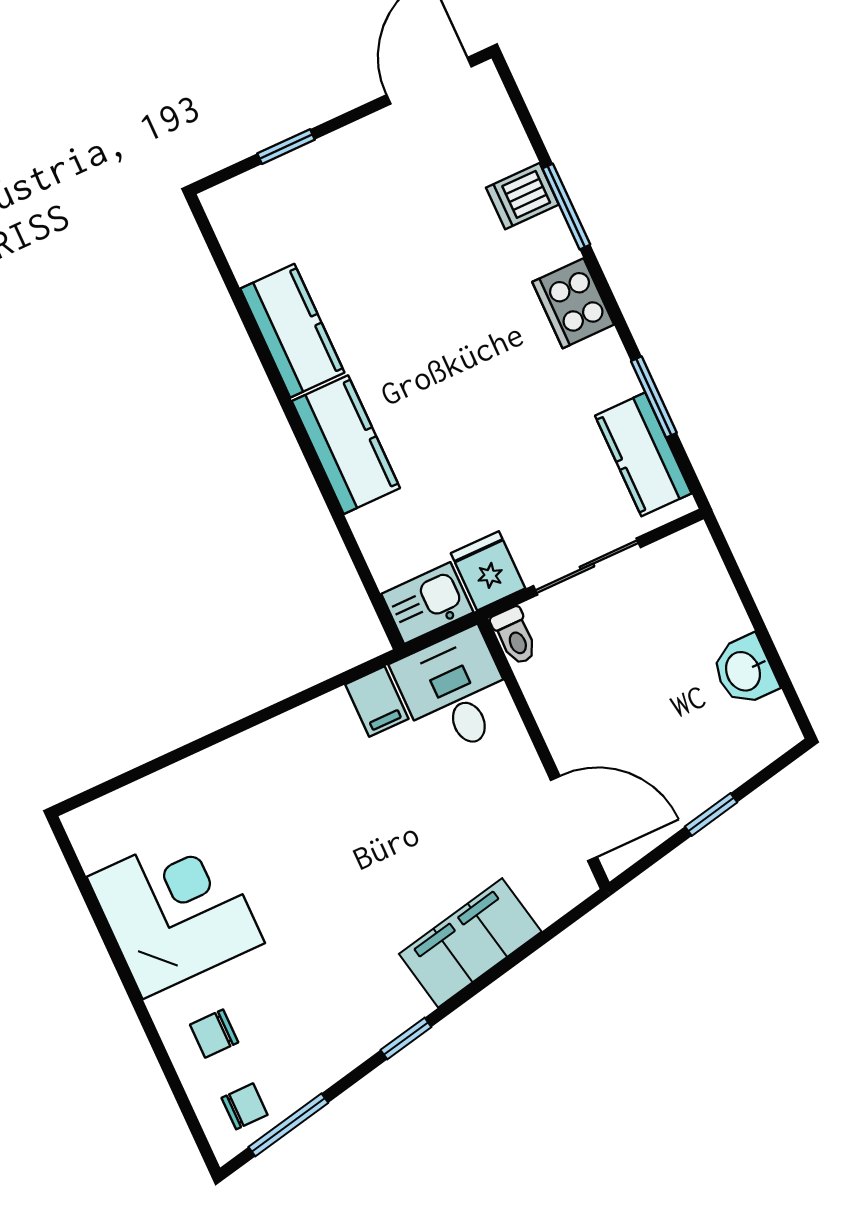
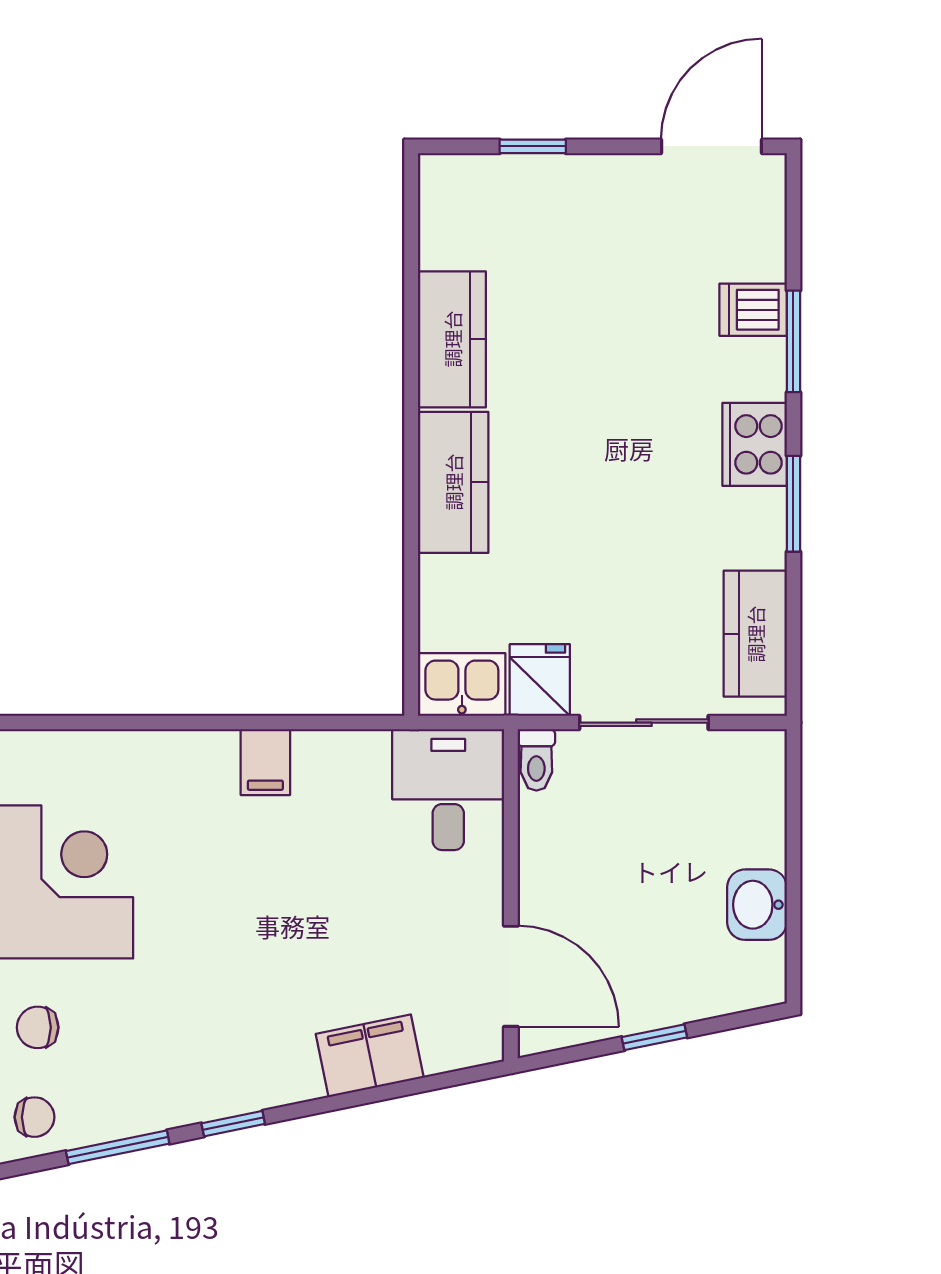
window: (654, 397) -> (793, 504), moved
filing cabinet: (377, 702) -> (265, 762), moved
filing cabinet: (470, 943) -> (370, 1056), width x0.67, depth x0.86
window: (288, 1125) -> (118, 1147), moved

